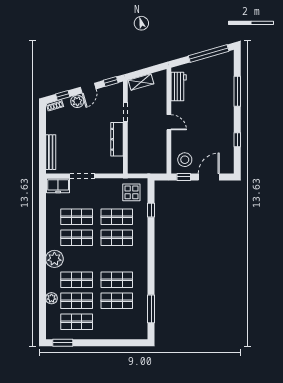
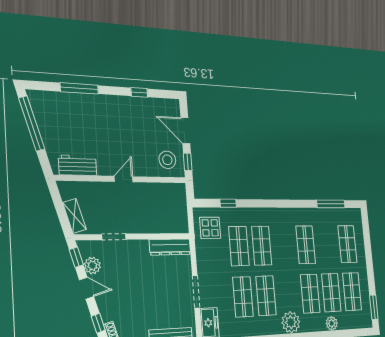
plant: (77, 101) -> (92, 266), moved
dresser: (117, 139) -> (170, 247), moved
shop shelf: (117, 301) -> (347, 244), moved

